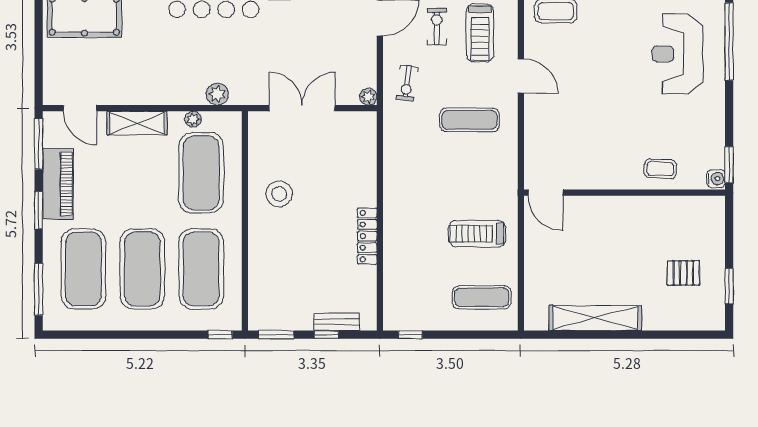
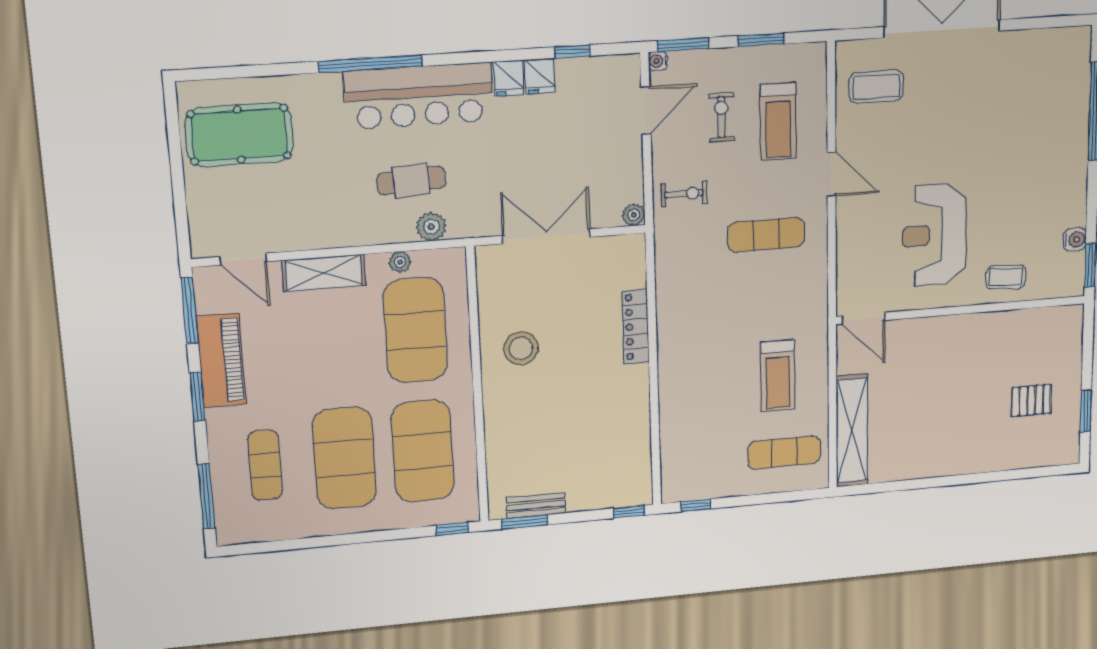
reception desk: (678, 54) -> (934, 235), moved
cafe table: (205, 58) -> (411, 181), added
exercise bike: (407, 83) -> (684, 194), turned -98
water cooler: (716, 179) -> (1075, 240), moved
treadmill: (477, 234) -> (778, 376), turned -90
locker: (367, 236) -> (636, 327), moved
exercise mat: (83, 269) -> (265, 465), width x0.50, depth x0.69
shelving: (595, 318) -> (852, 431), moved, turned 90
bench: (337, 322) -> (536, 505), moved
window: (326, 335) -> (629, 512), moved

